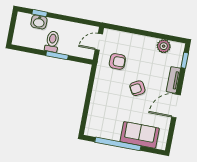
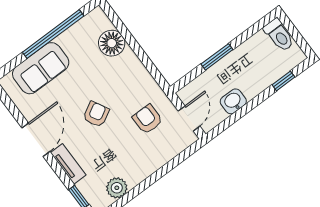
washbasin: (39, 22) -> (233, 101), moved
toilet: (52, 41) -> (279, 35), moved
armchair: (117, 61) -> (148, 119), turned 90
floor lamp: (97, 112) -> (112, 43), added

